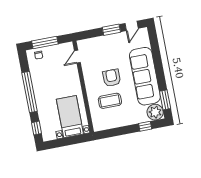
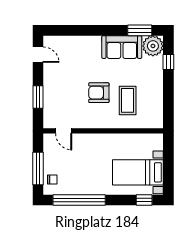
window: (111, 30) -> (38, 97), moved
sofa: (145, 76) -> (122, 47), width x0.54, depth x0.79
window: (30, 92) -> (79, 200), moved
bed with nightstands: (70, 117) -> (138, 172), moved

